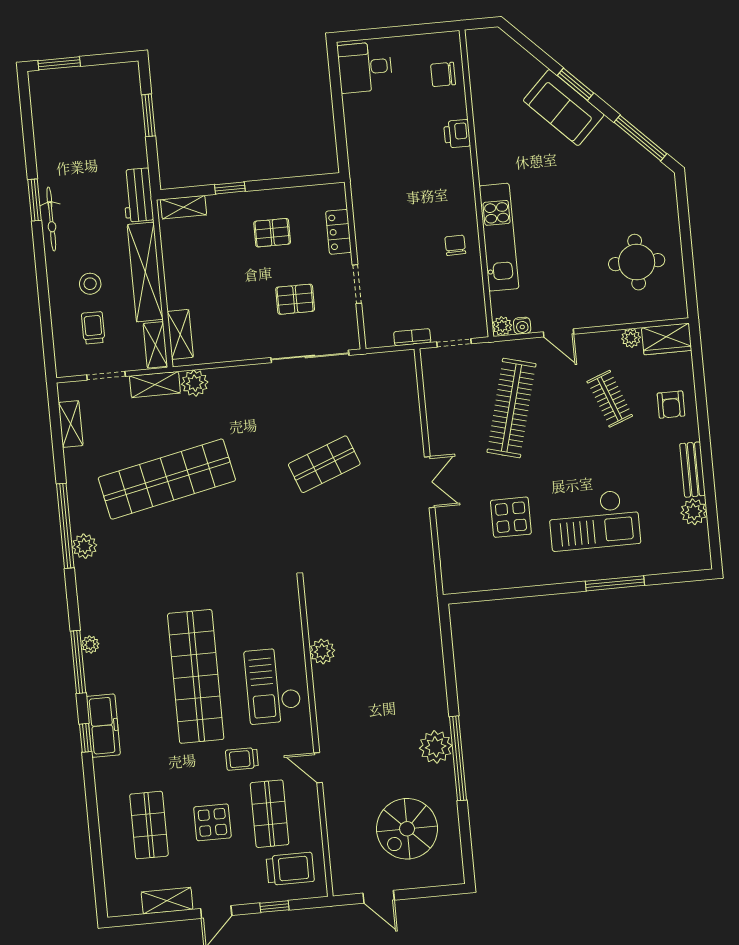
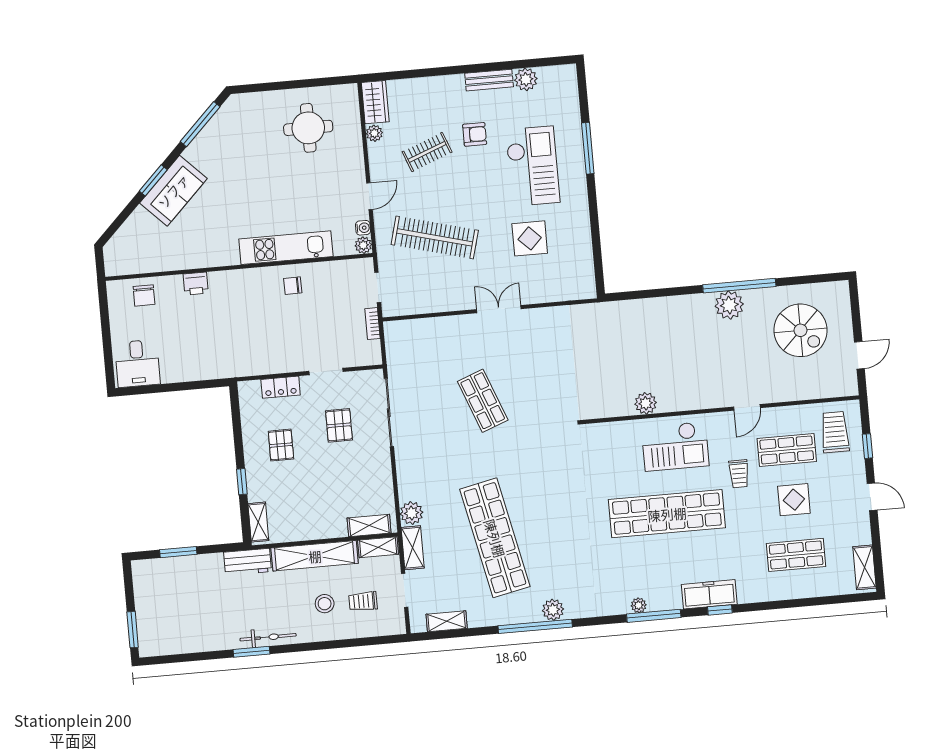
armchair: (671, 405) -> (475, 134), moved
shelving: (167, 901) -> (864, 567), moved

